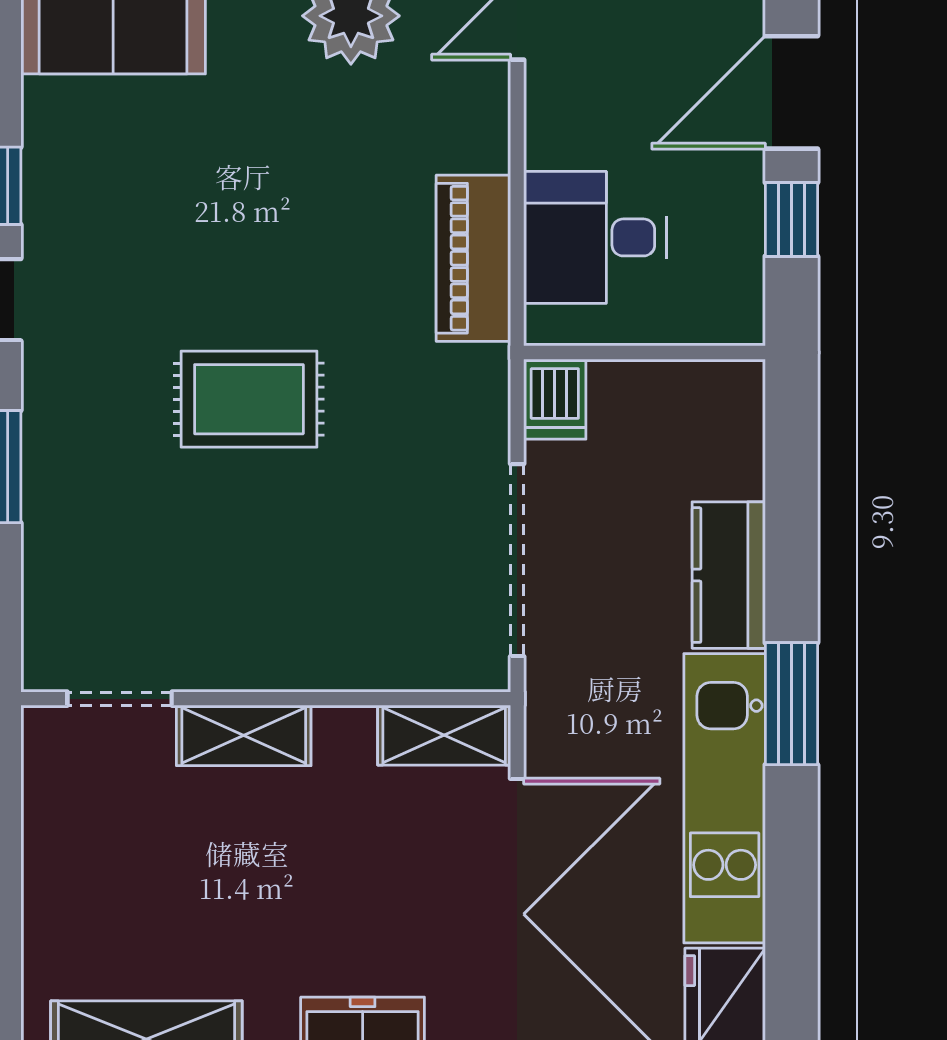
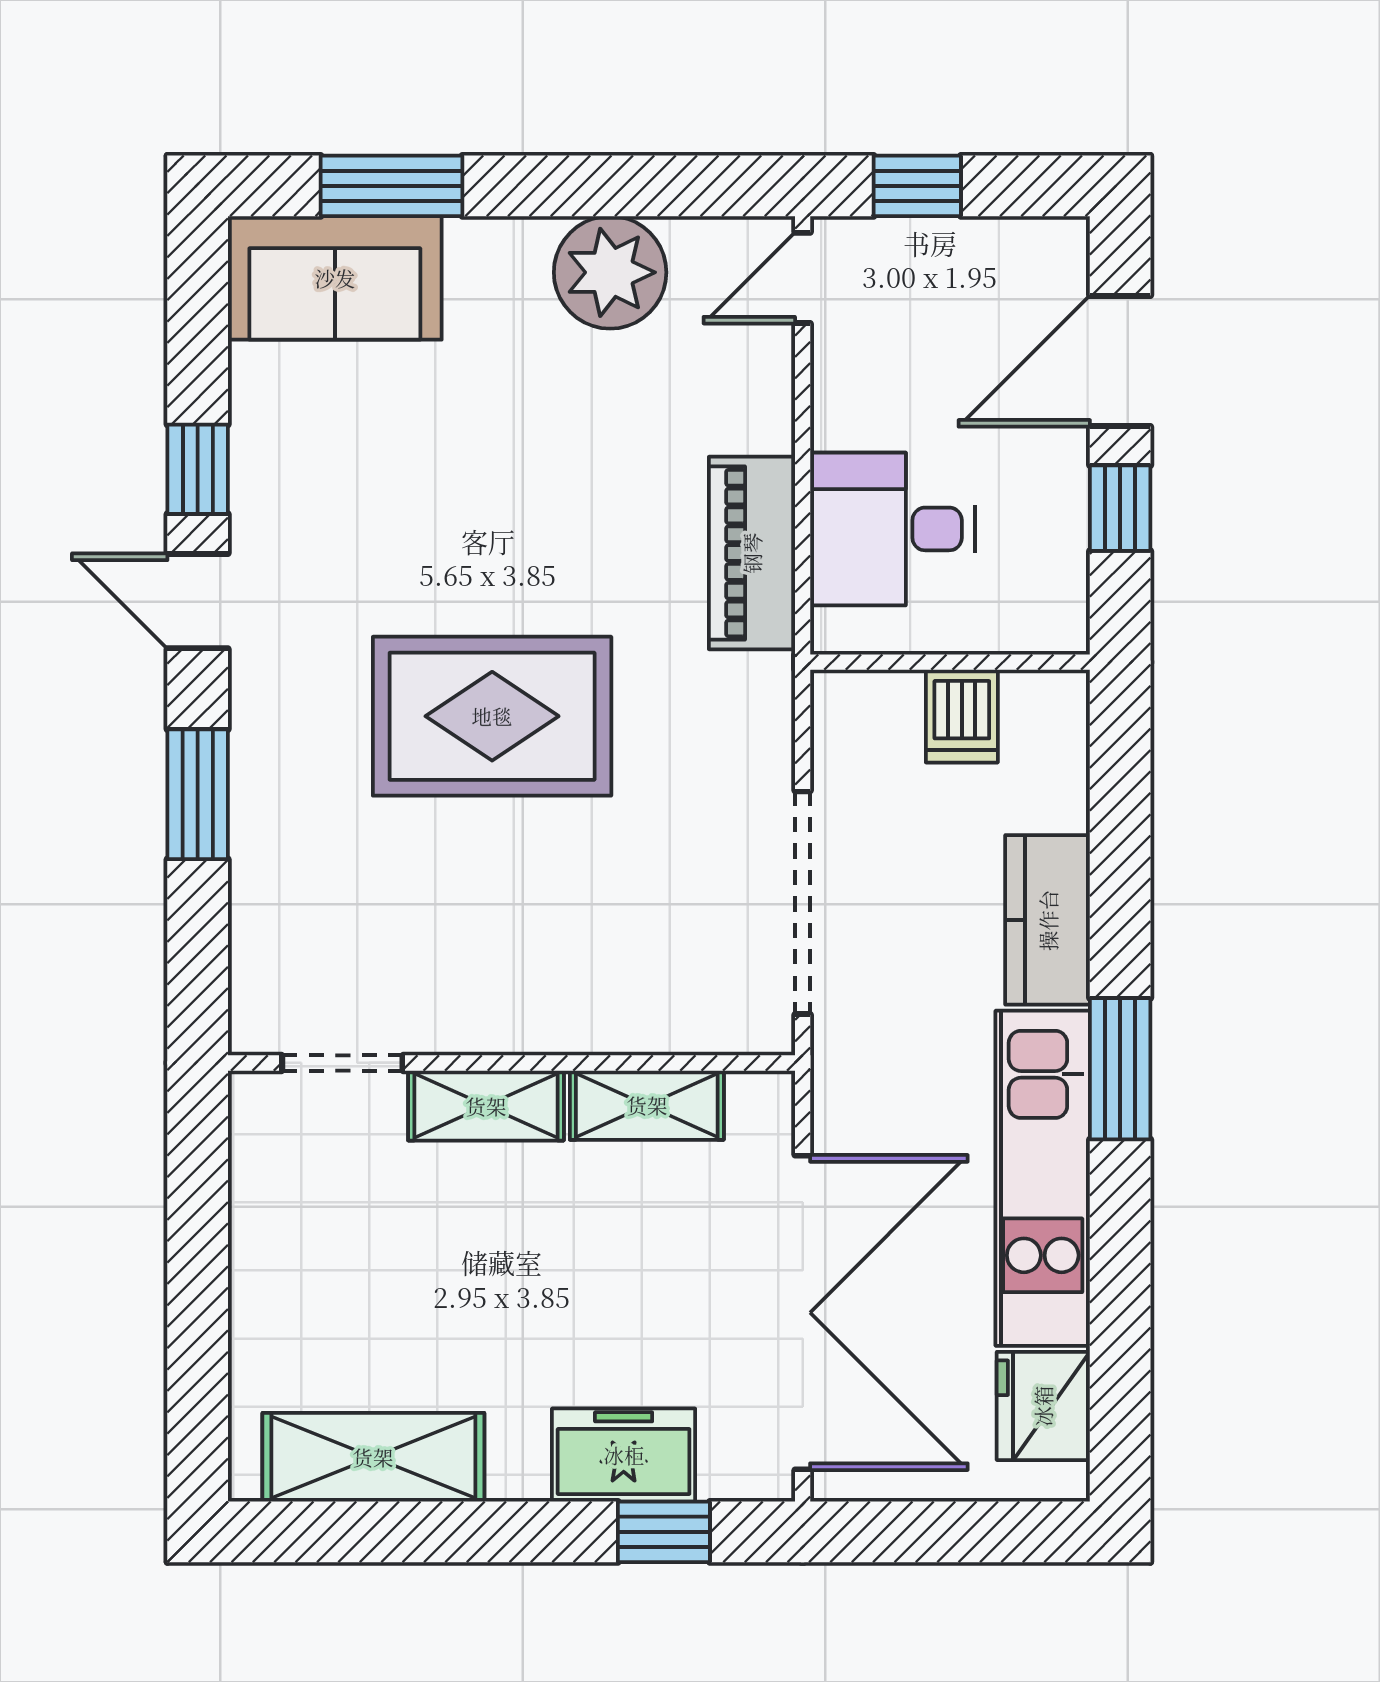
rug: (249, 399) -> (492, 716), width x1.36, depth x1.43
dishwasher: (555, 399) -> (962, 716), moved
shelving: (444, 735) -> (647, 1105), moved

